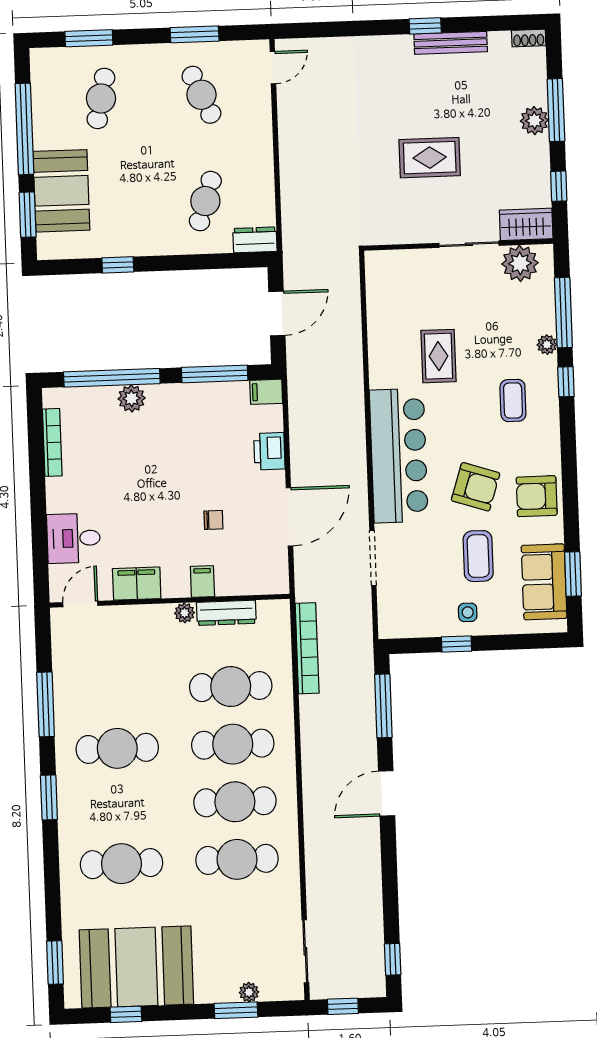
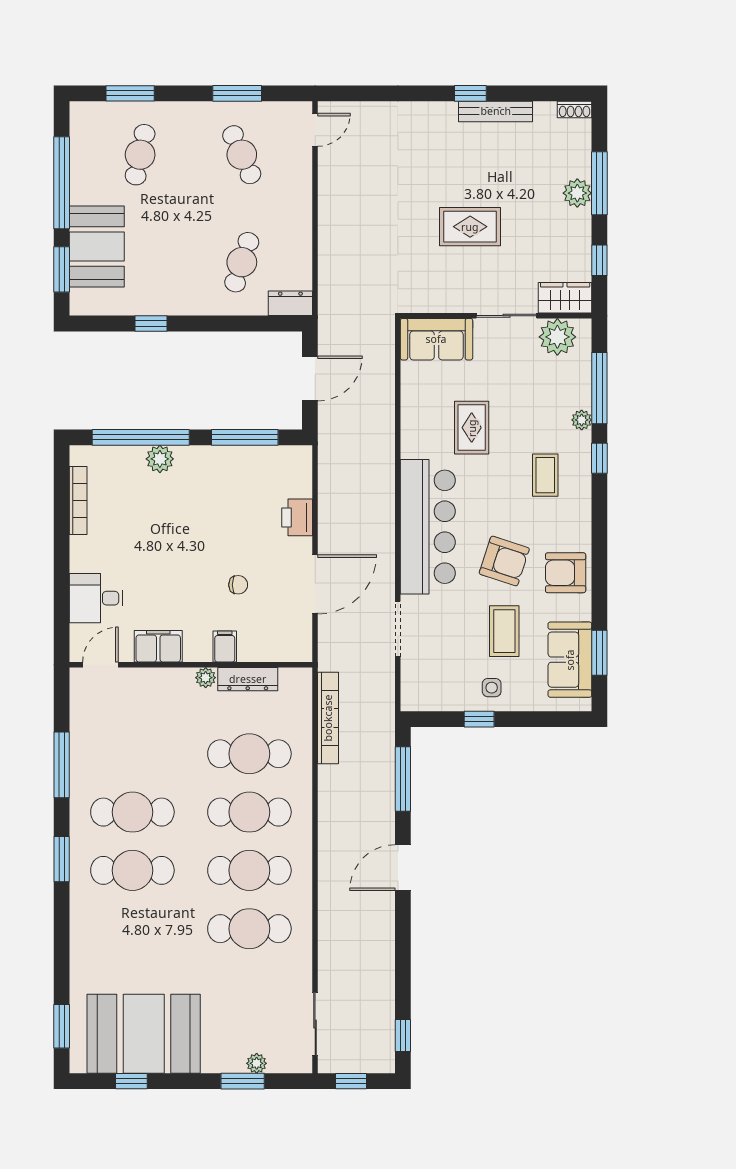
sofa: (401, 270) -> (436, 339), added
filing cabinet: (266, 392) -> (296, 457), removed
cafe table: (121, 864) -> (132, 870), moved

